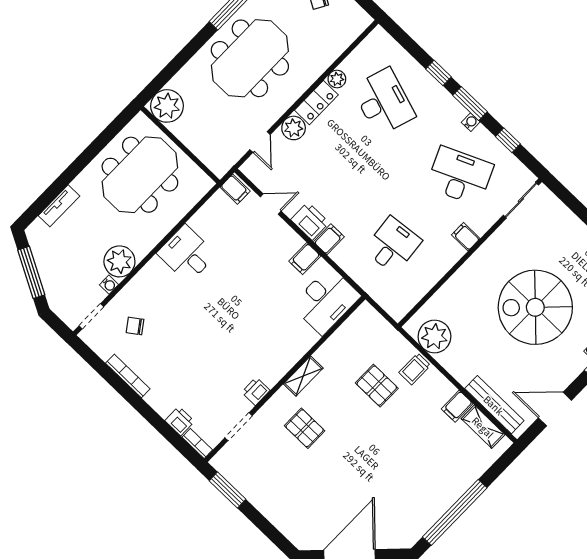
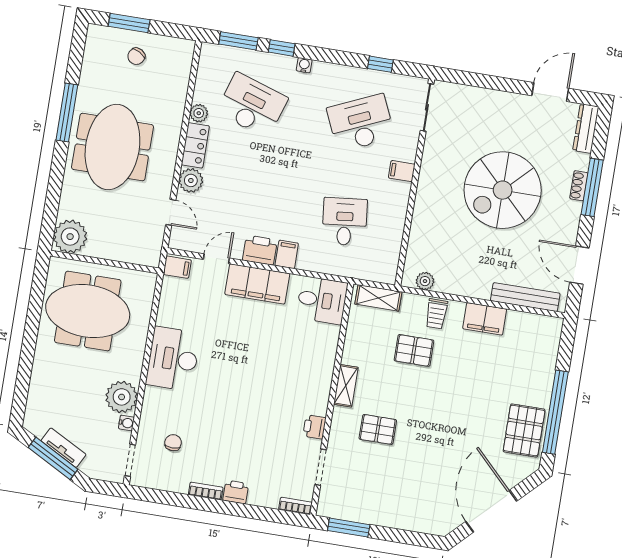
window: (470, 104) -> (238, 41), moved
water cooler: (471, 122) -> (304, 65), moved
meeting table: (140, 175) -> (88, 311), turned 90
tv unit: (59, 206) -> (63, 448), moved, turned -62
desk: (187, 254) -> (173, 359), width x1.37
filing cabinet: (305, 259) -> (257, 284), width x3.00, depth x1.17
desk: (326, 301) -> (322, 300), width x0.73
chair: (135, 326) -> (173, 443), turned 126
plant: (434, 336) -> (425, 281), width x0.53, depth x0.53
bookcase: (128, 376) -> (206, 491), width x0.64
filing cabinet: (457, 406) -> (485, 319), width x2.00
door: (555, 409) -> (579, 265), hinge flipped
printer: (180, 421) -> (236, 492), moved
shelving: (483, 427) -> (378, 298), moved
pallet: (420, 510) -> (524, 431), added

